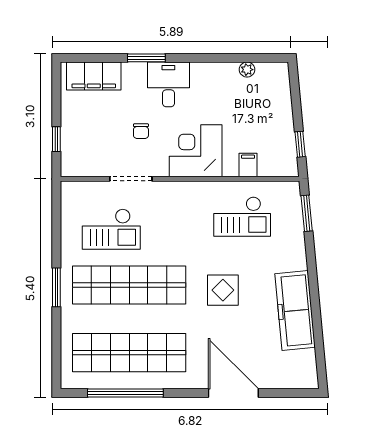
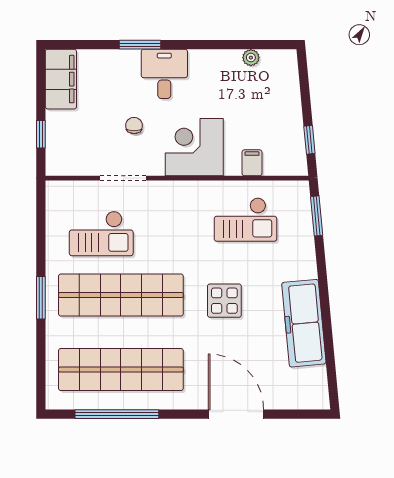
filing cabinet: (94, 76) -> (61, 79), moved, turned -90
chair: (141, 131) -> (134, 125), turned 180

